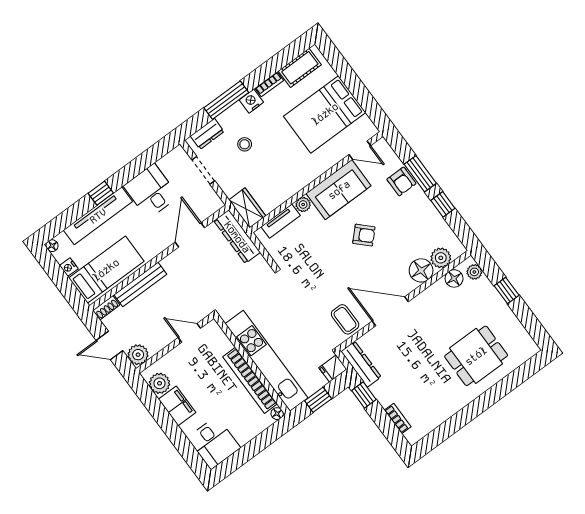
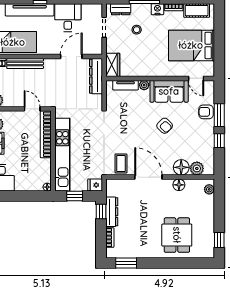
armchair: (401, 181) -> (206, 112), turned 90
floor lamp: (454, 278) -> (179, 185), moved
window: (507, 290) -> (219, 240), moved
dining table: (476, 356) -> (177, 235), turned 90
dresser: (361, 364) -> (112, 212), moved
bookcase: (250, 380) -> (46, 134), moved
window: (440, 435) -> (126, 263), added

